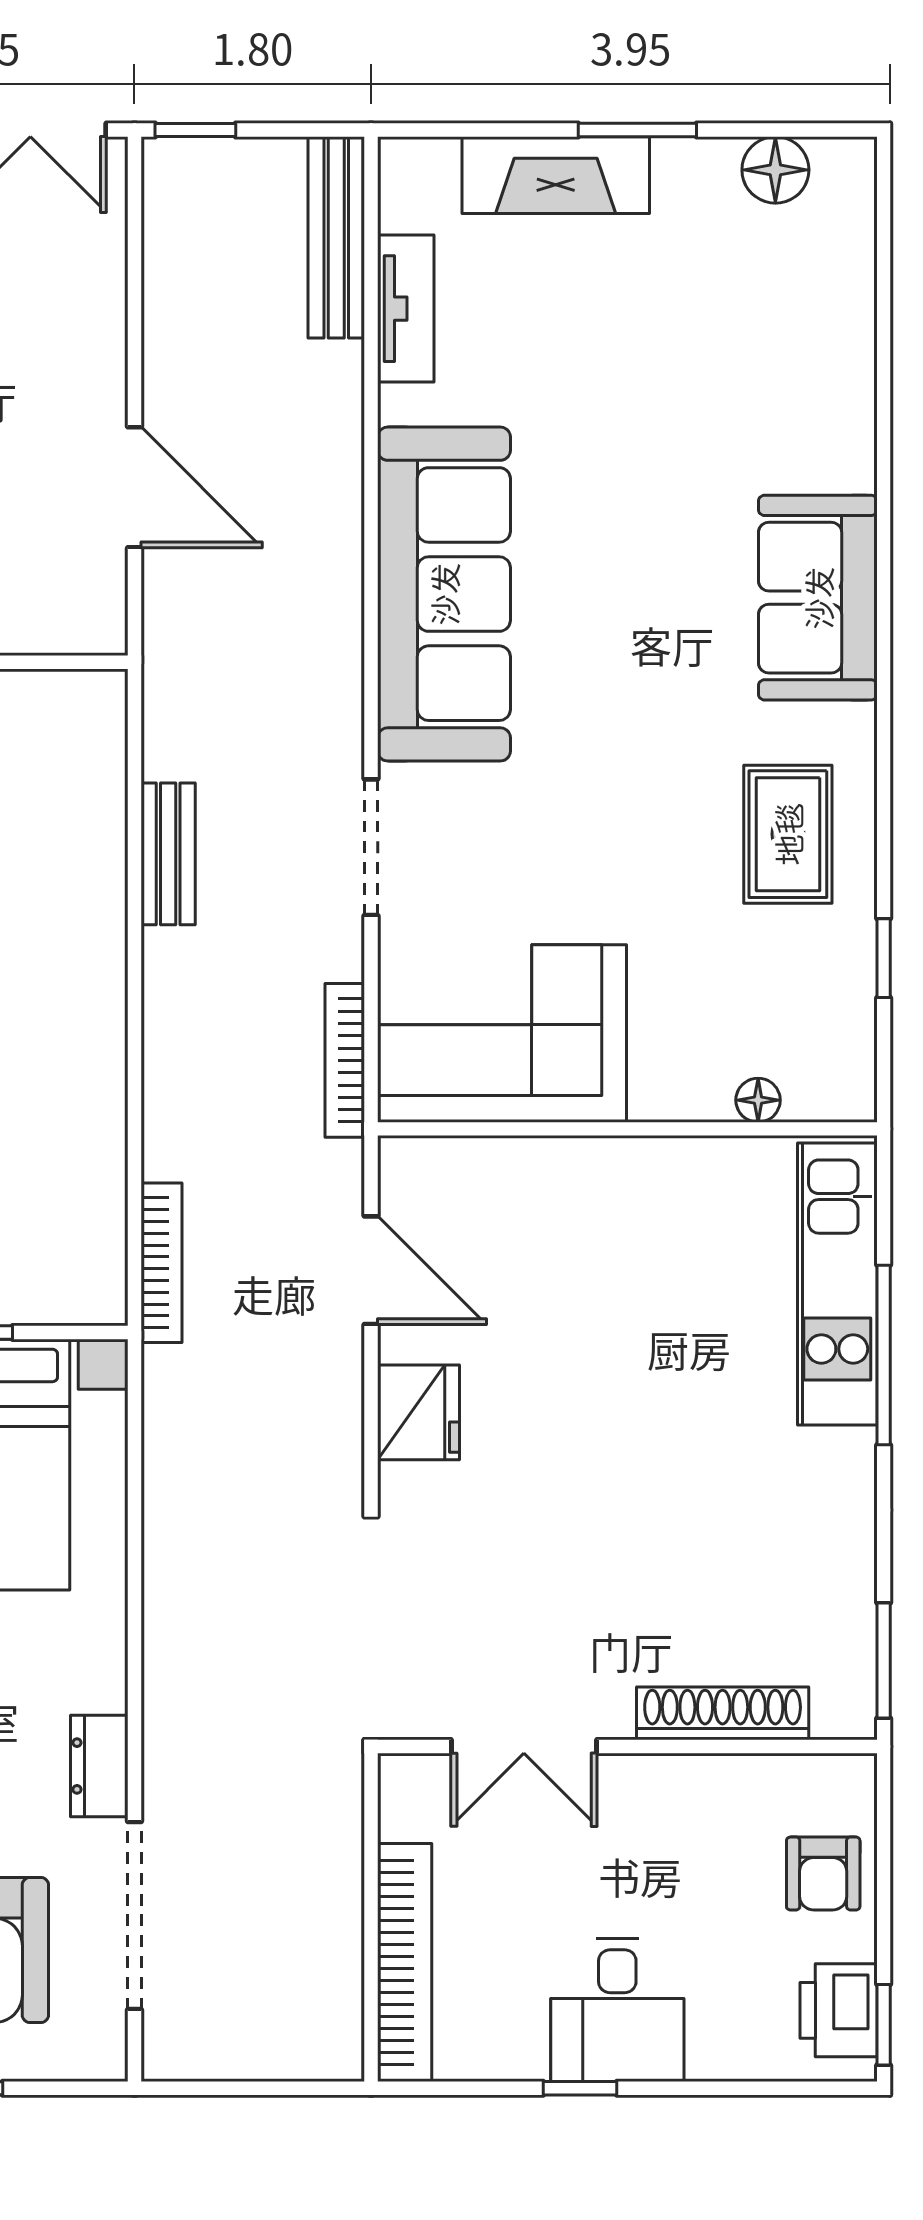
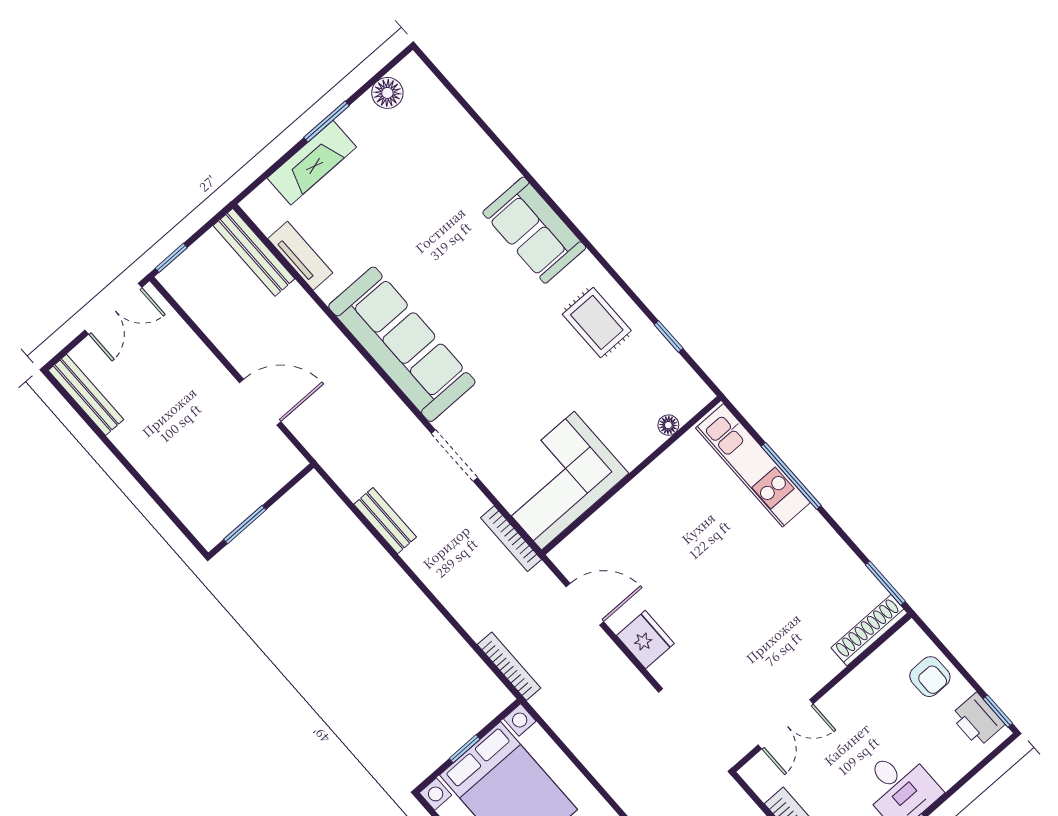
shoe rack: (723, 1713) -> (869, 630), moved

